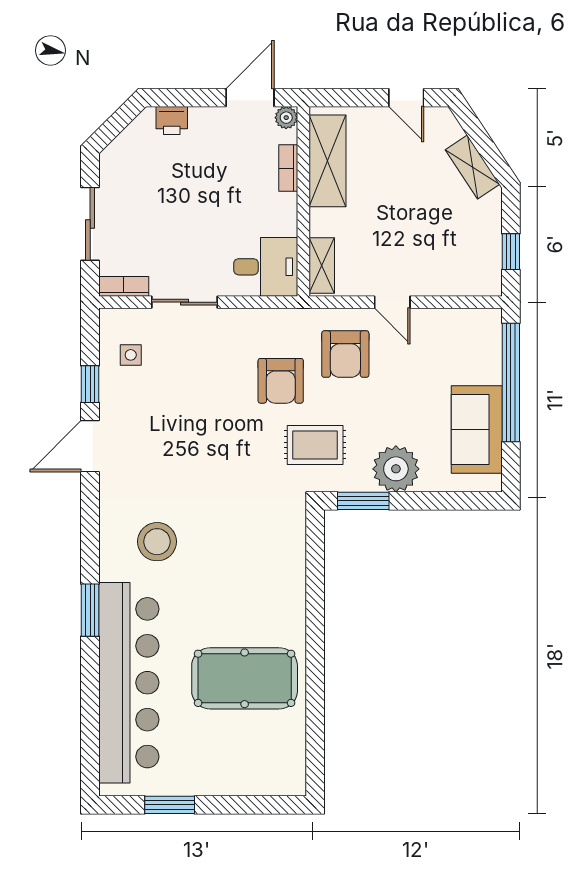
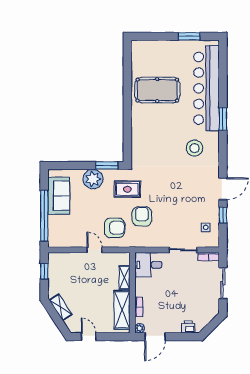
shelving: (322, 265) -> (125, 277), moved
armchair: (345, 354) -> (115, 228), turned 90

